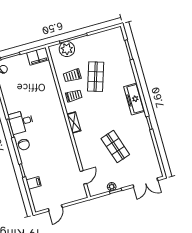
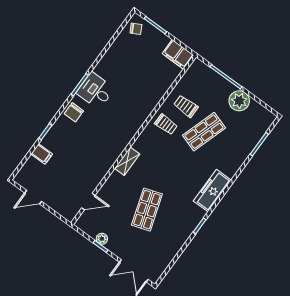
plant: (67, 49) -> (239, 101), moved
shelving: (74, 122) -> (127, 161), moved

